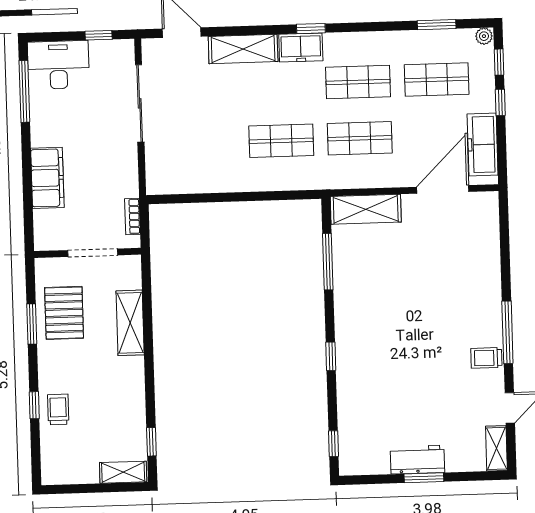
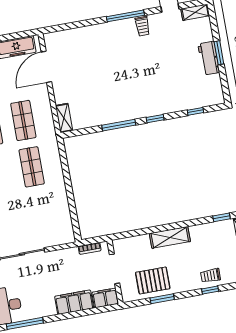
door: (443, 189) -> (46, 67), hinge flipped
shelving: (366, 209) -> (64, 118), width x0.67, depth x0.75
filing cabinet: (47, 230) -> (105, 298), added
window: (328, 262) -> (119, 125), moved
shelving: (130, 323) -> (170, 237), moved
window: (333, 444) -> (195, 111), moved

